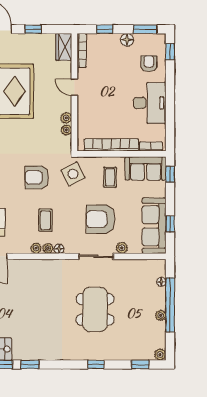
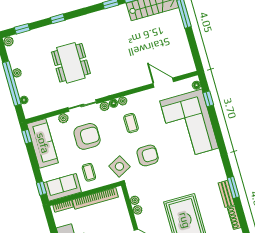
window: (170, 224) -> (27, 137), moved
plant: (36, 248) -> (105, 106), moved

